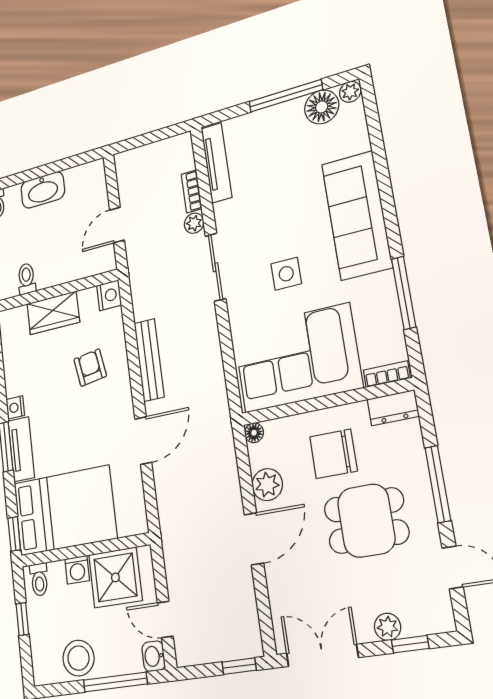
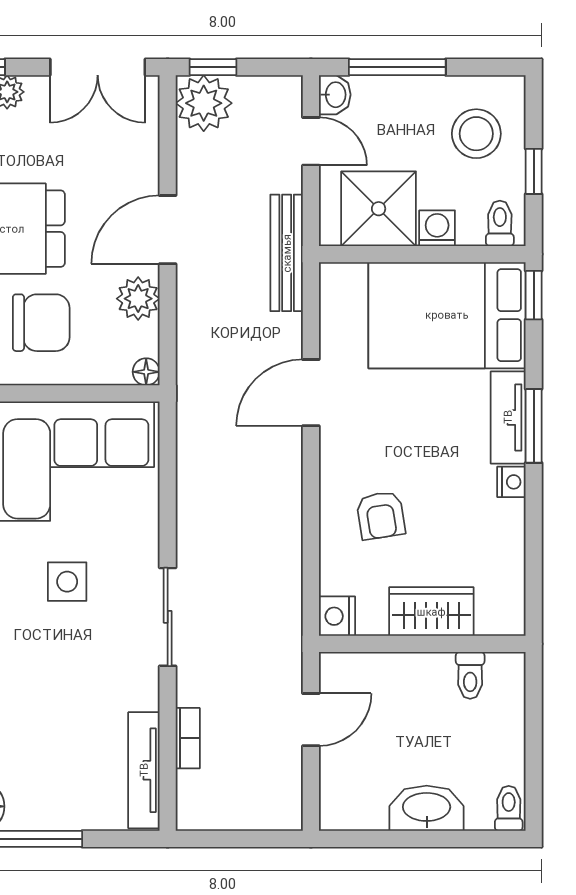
plant: (194, 223) -> (204, 103), moved, width x1.87, depth x1.87
bench: (149, 360) -> (287, 253), moved
stool: (78, 658) -> (476, 134), moved

